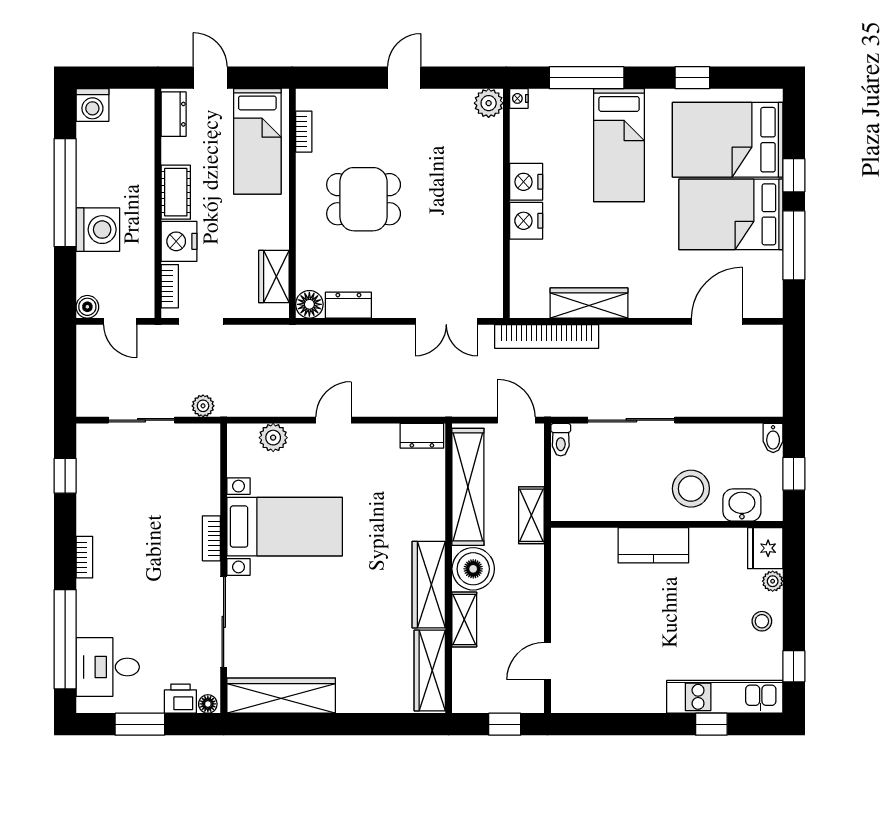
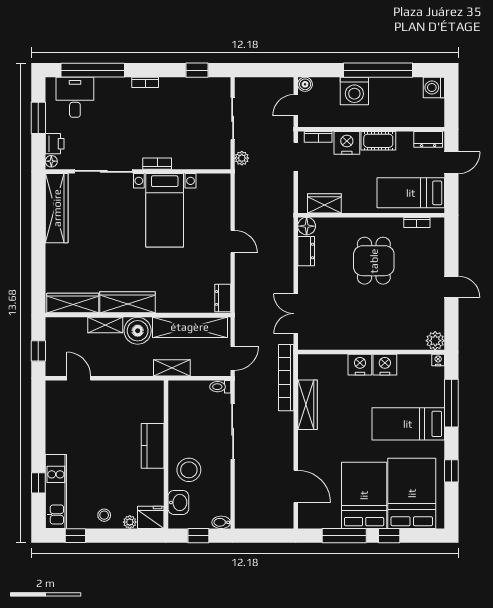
plant: (273, 438) -> (221, 203), removed

